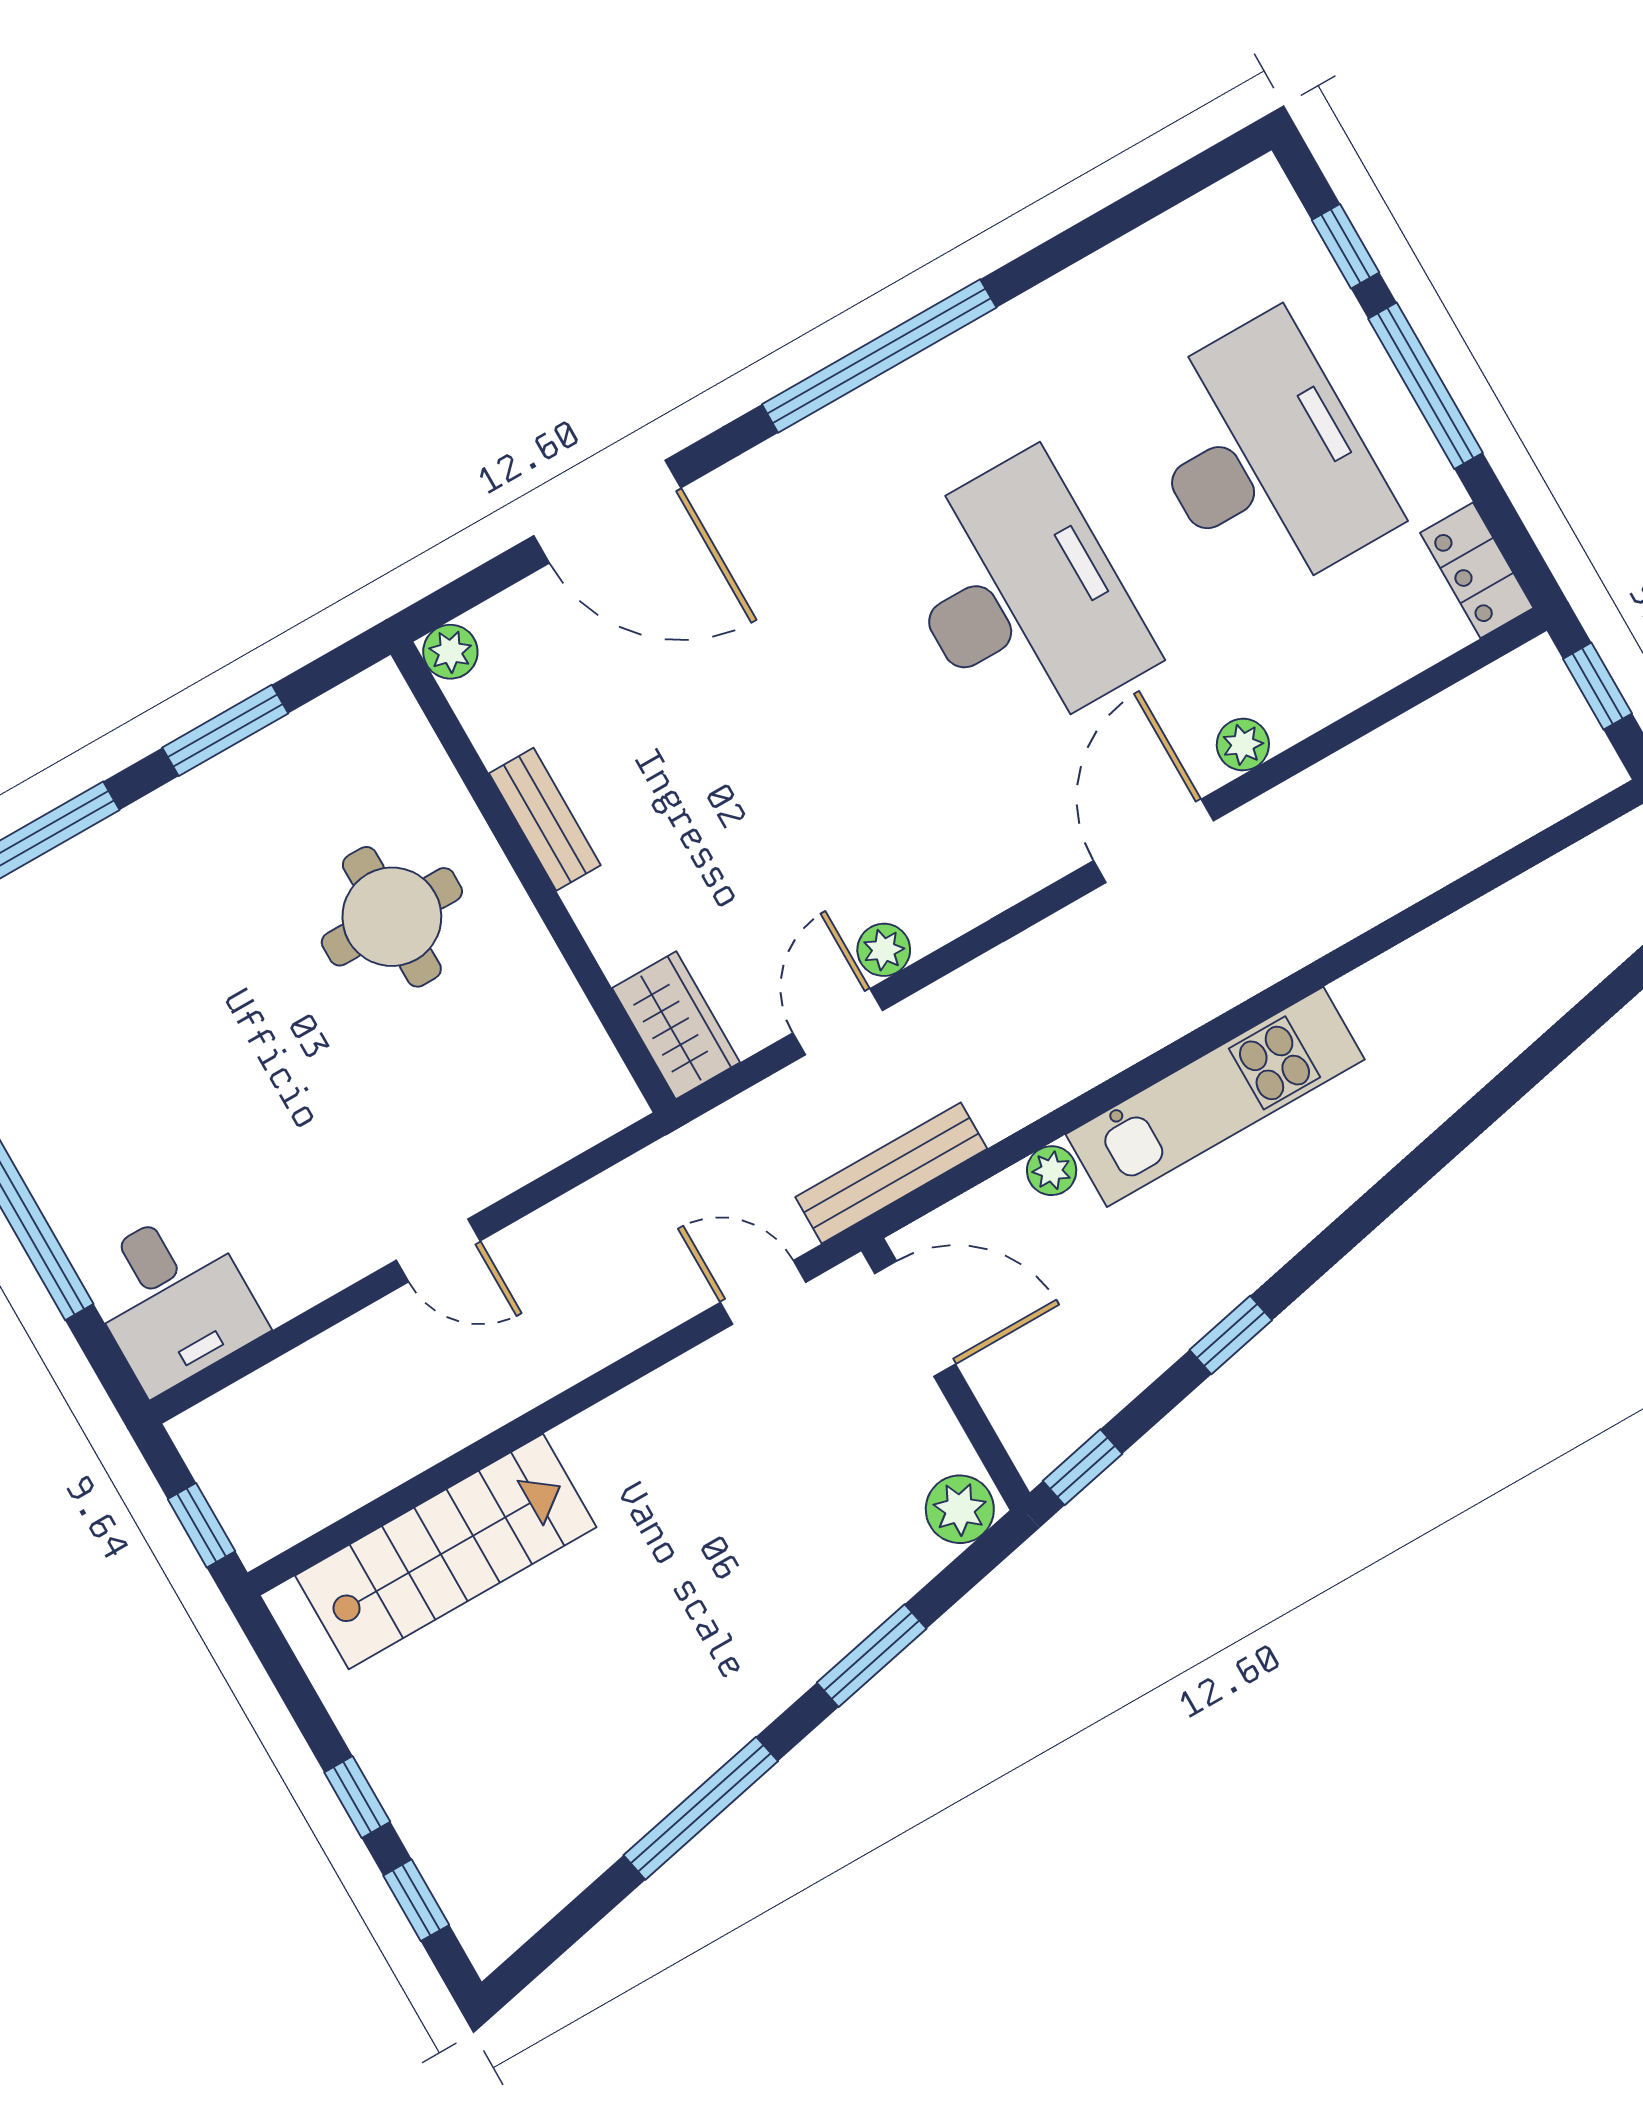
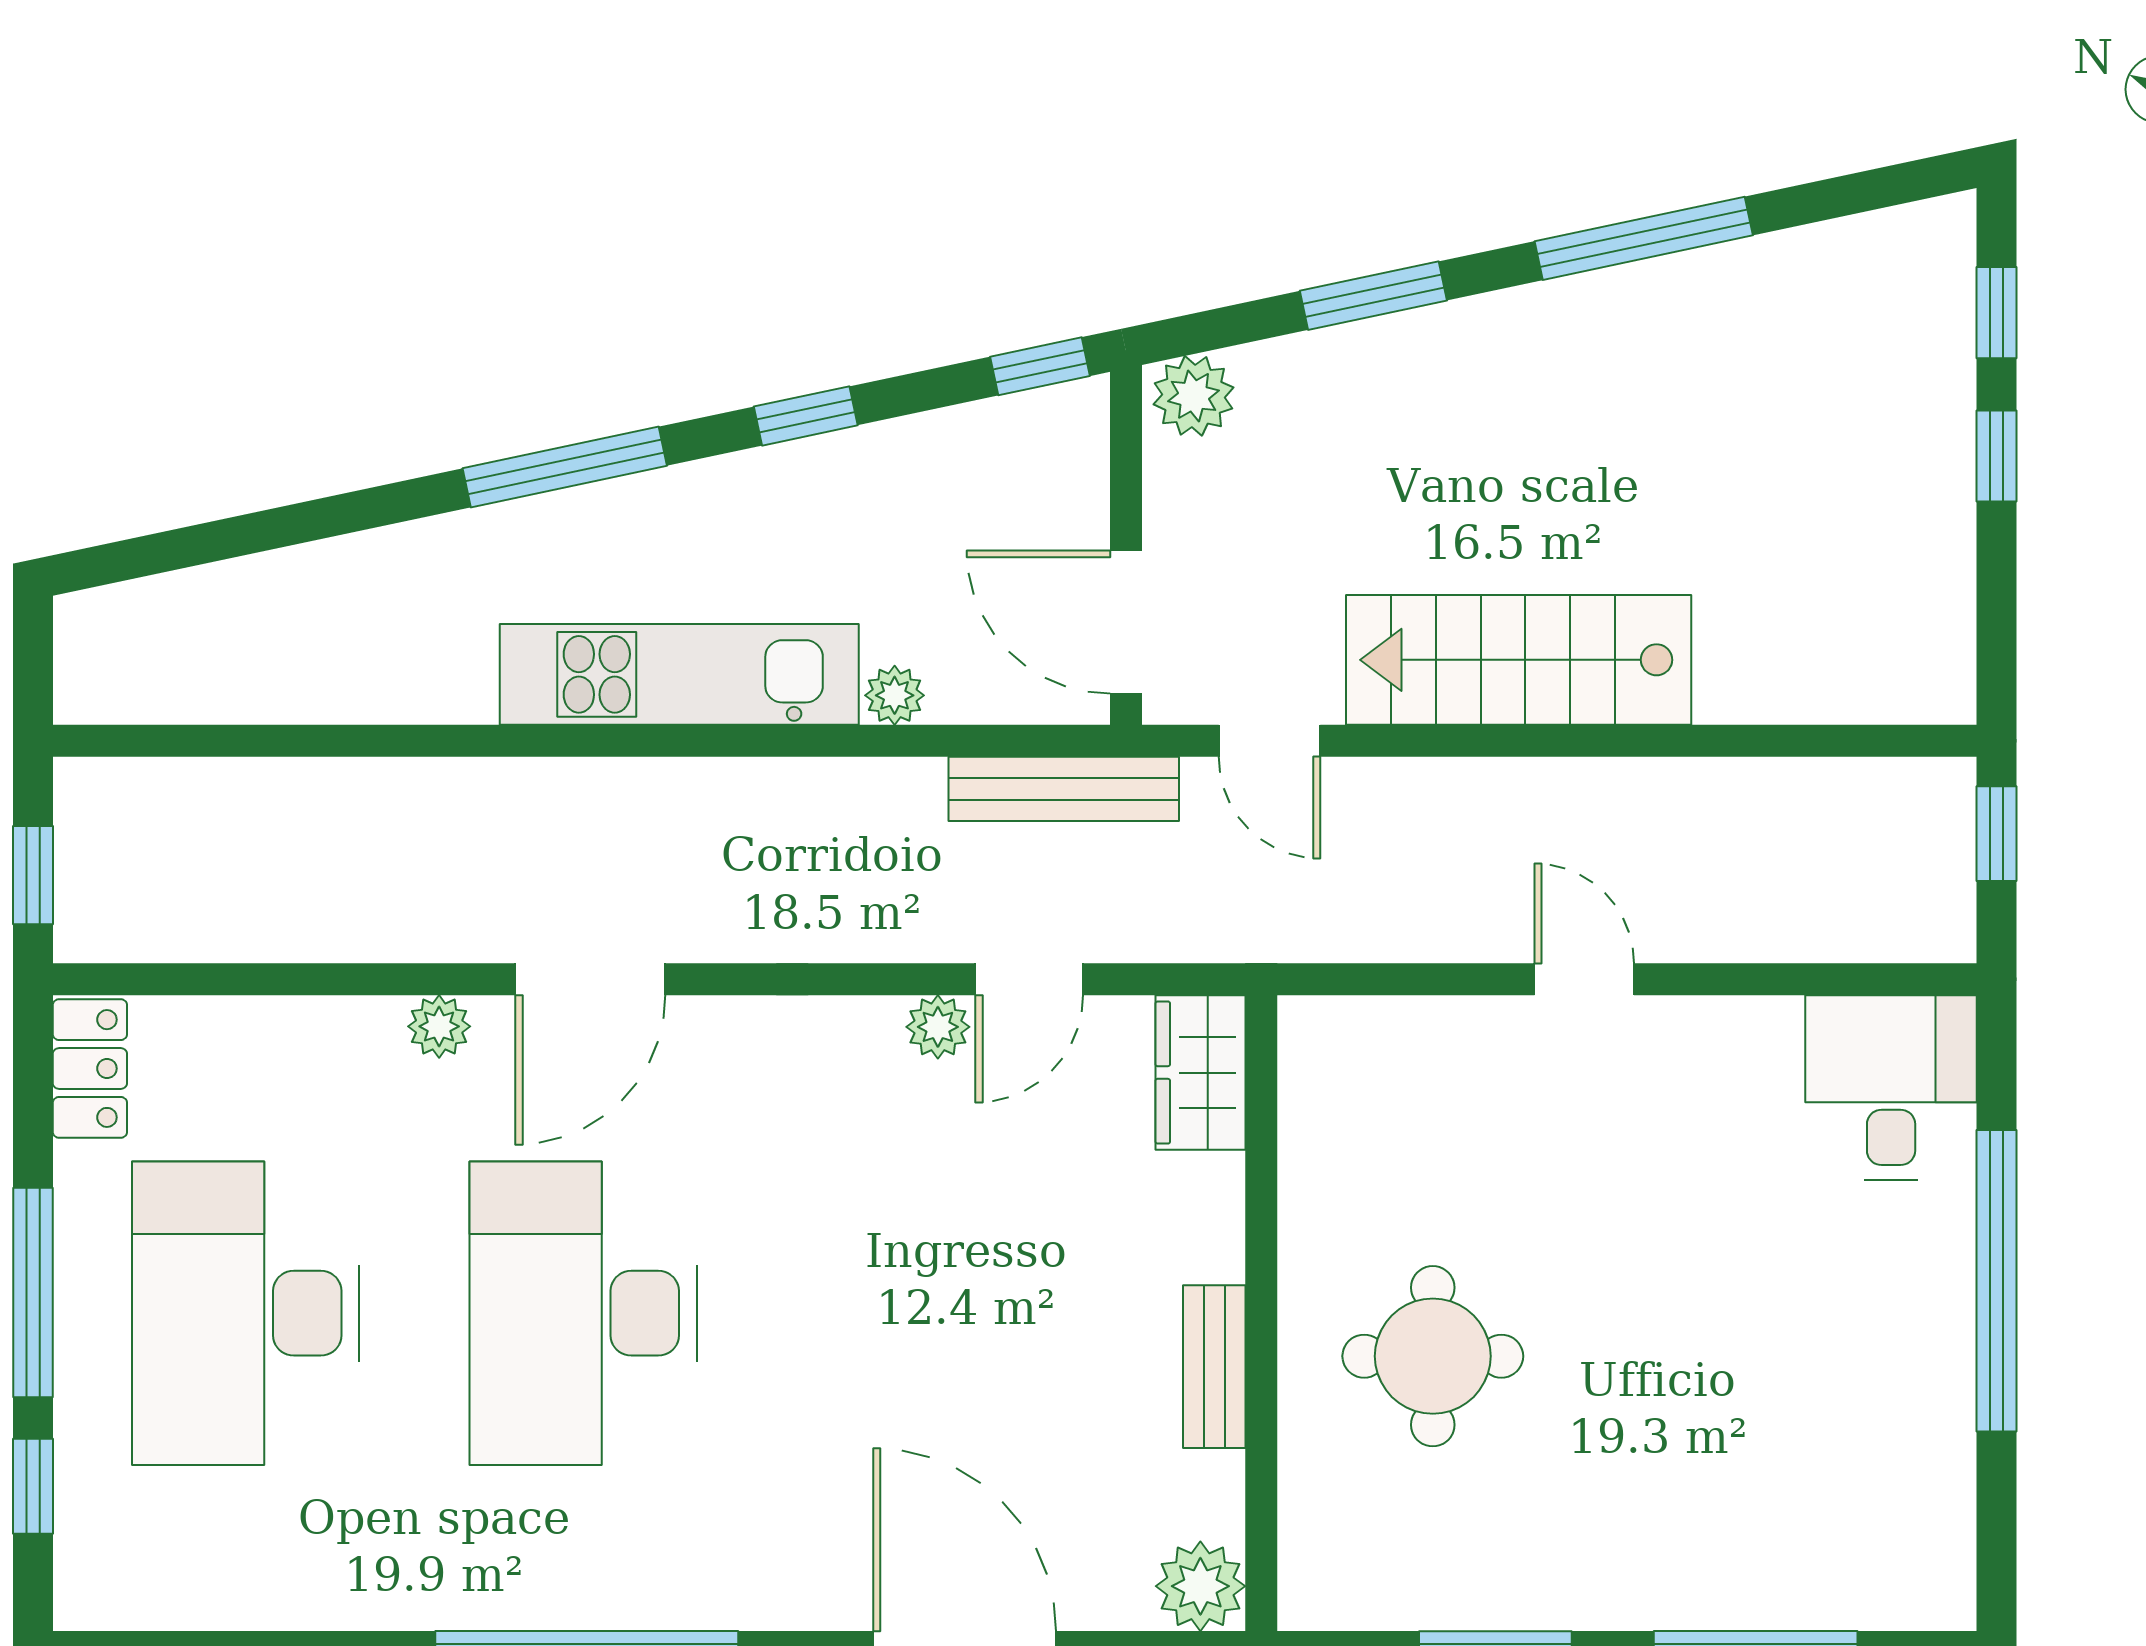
plant: (450, 652) -> (1200, 1586), width x1.38, depth x1.38
window: (1383, 1199) -> (565, 467), added
stairs: (446, 1551) -> (1519, 660), moved

